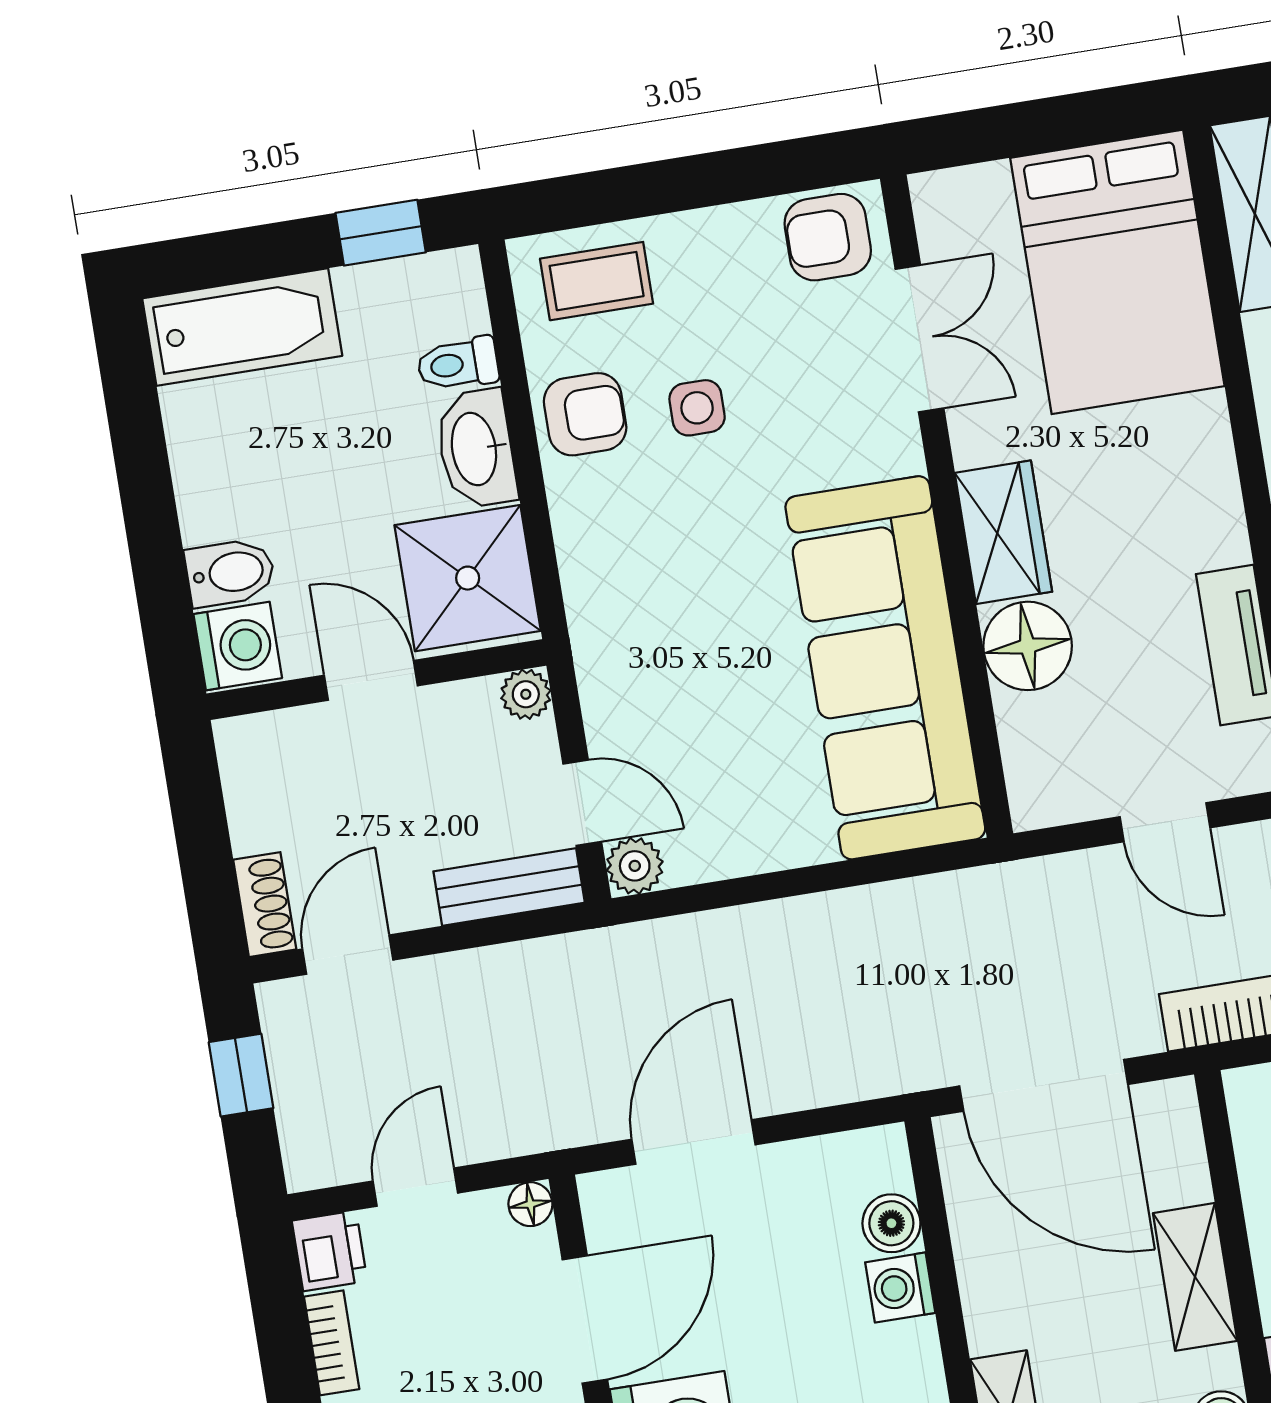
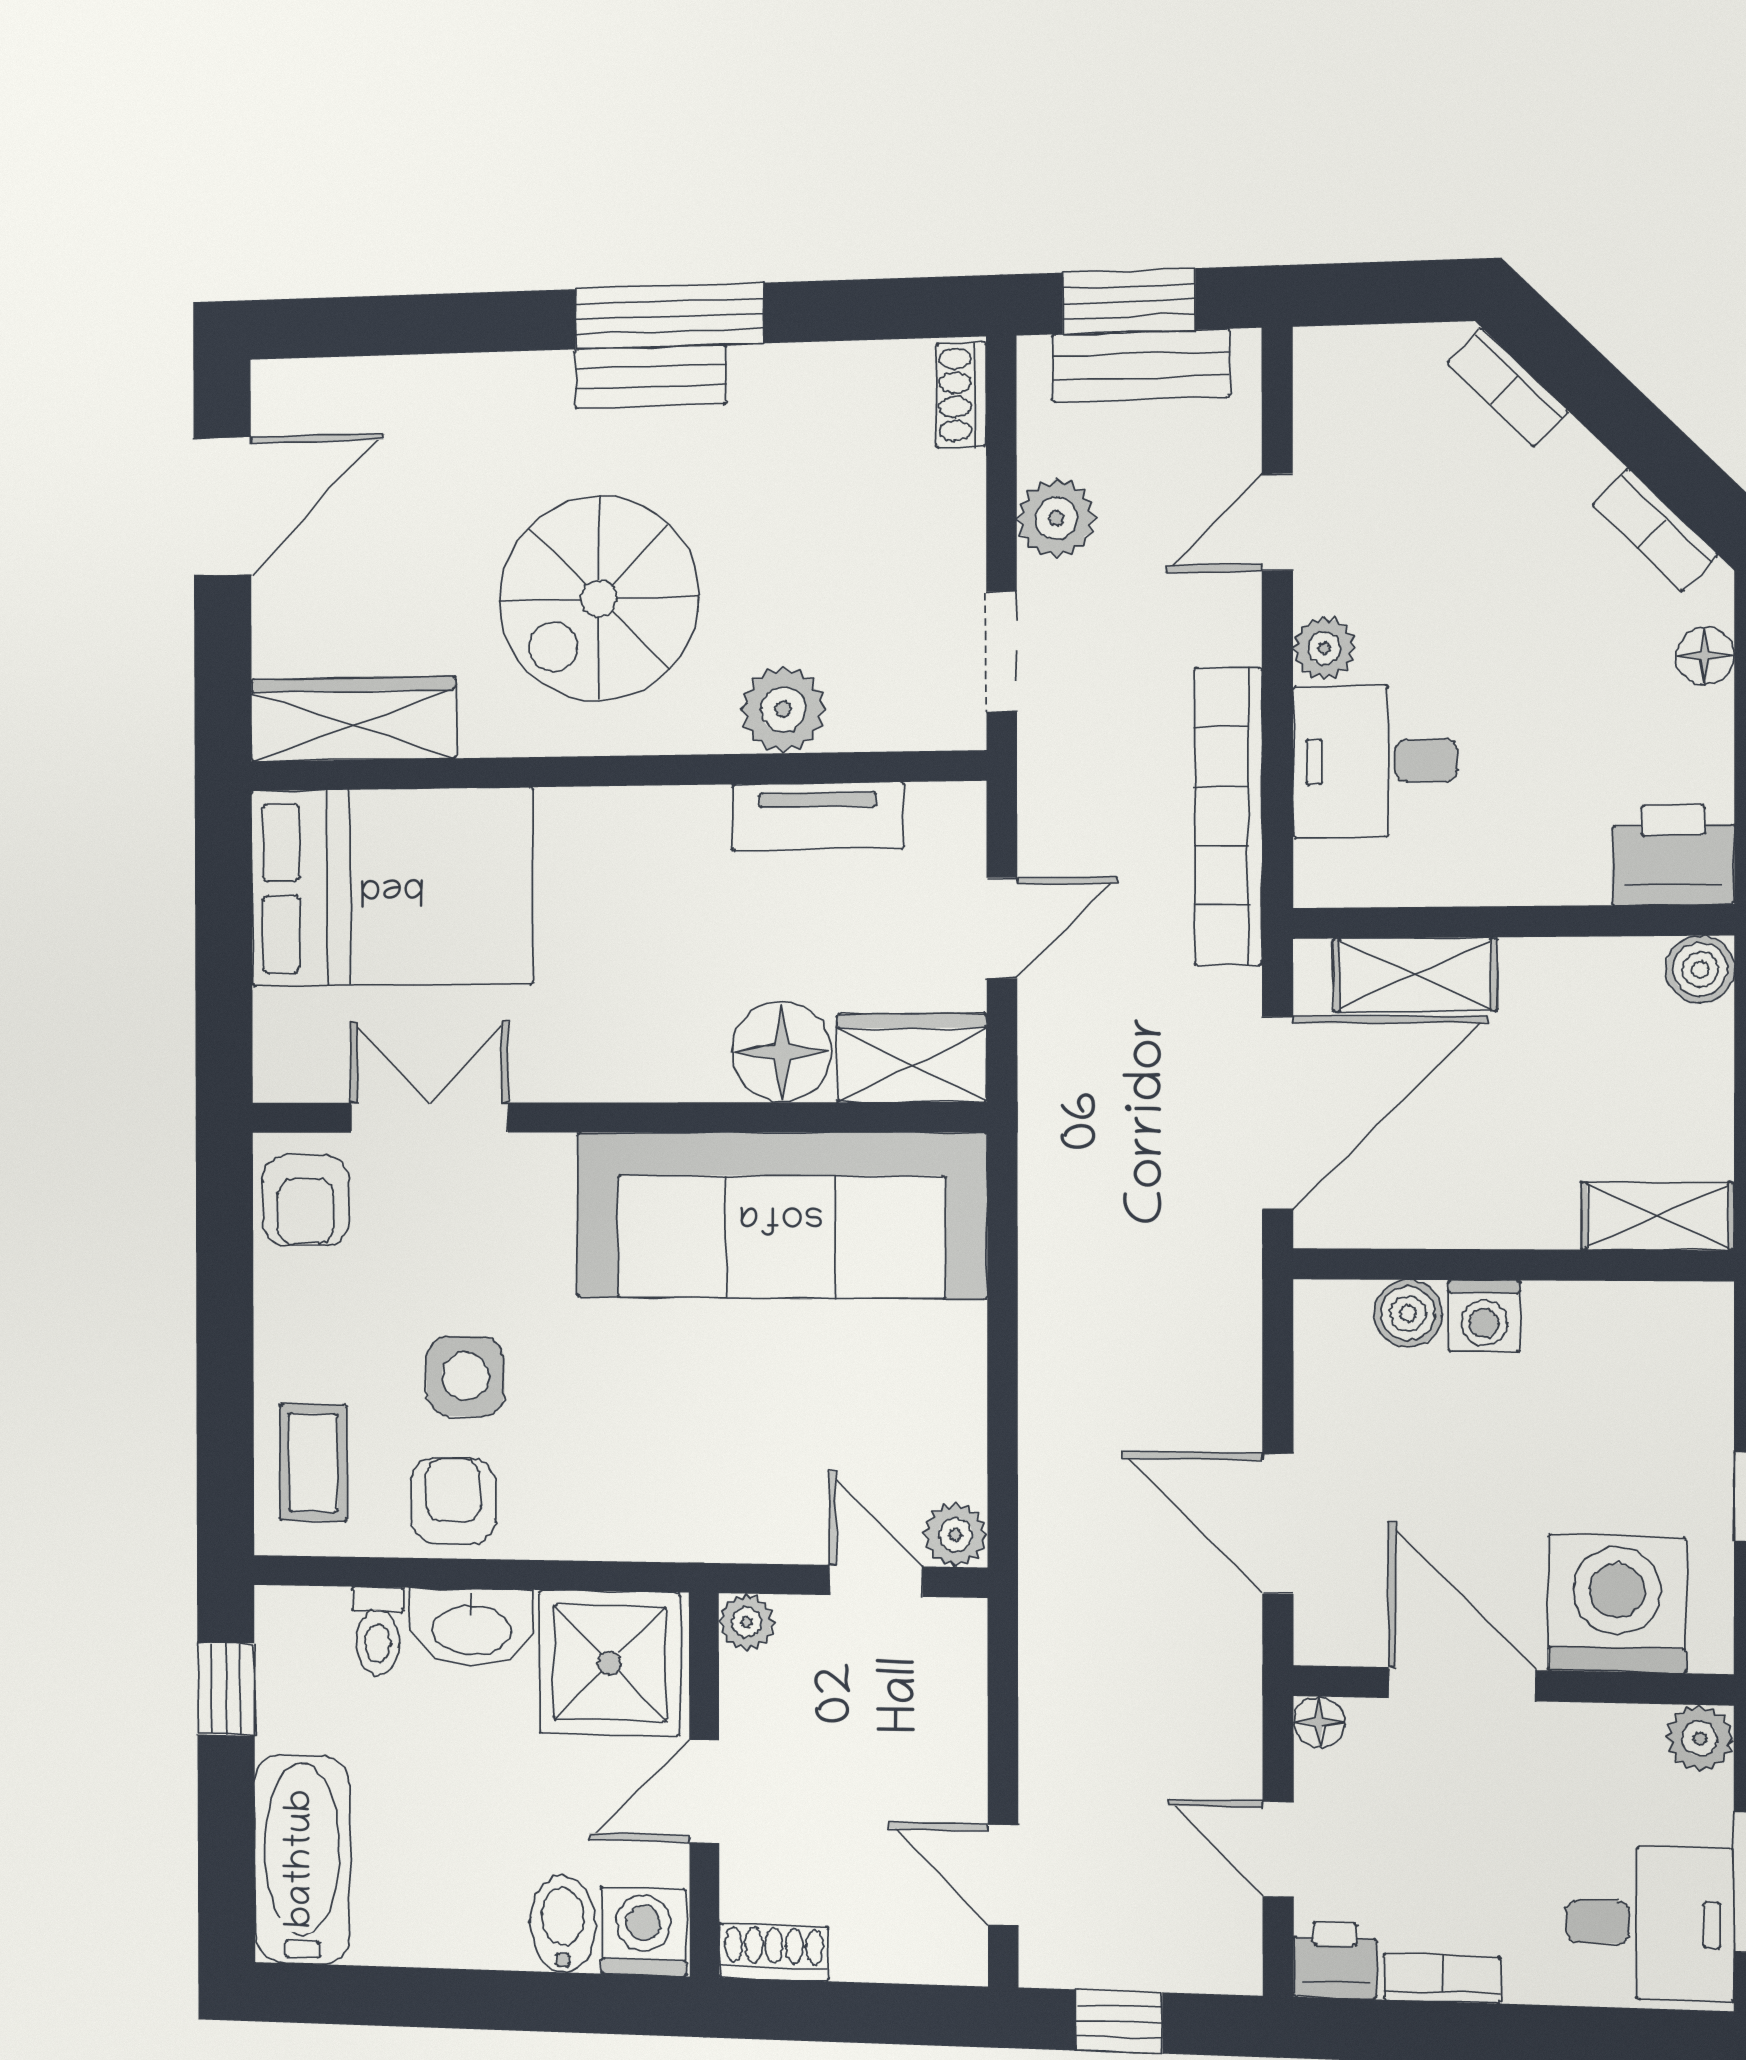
side table: (697, 408) -> (465, 1376), width x1.37, depth x1.37
wardrobe: (1003, 532) -> (912, 1058), moved
door: (582, 803) -> (876, 1581), hinge flipped
bench: (509, 887) -> (957, 1680), removed
shoe rack: (265, 905) -> (774, 1952), moved
shelving: (1195, 1277) -> (1415, 975), moved

